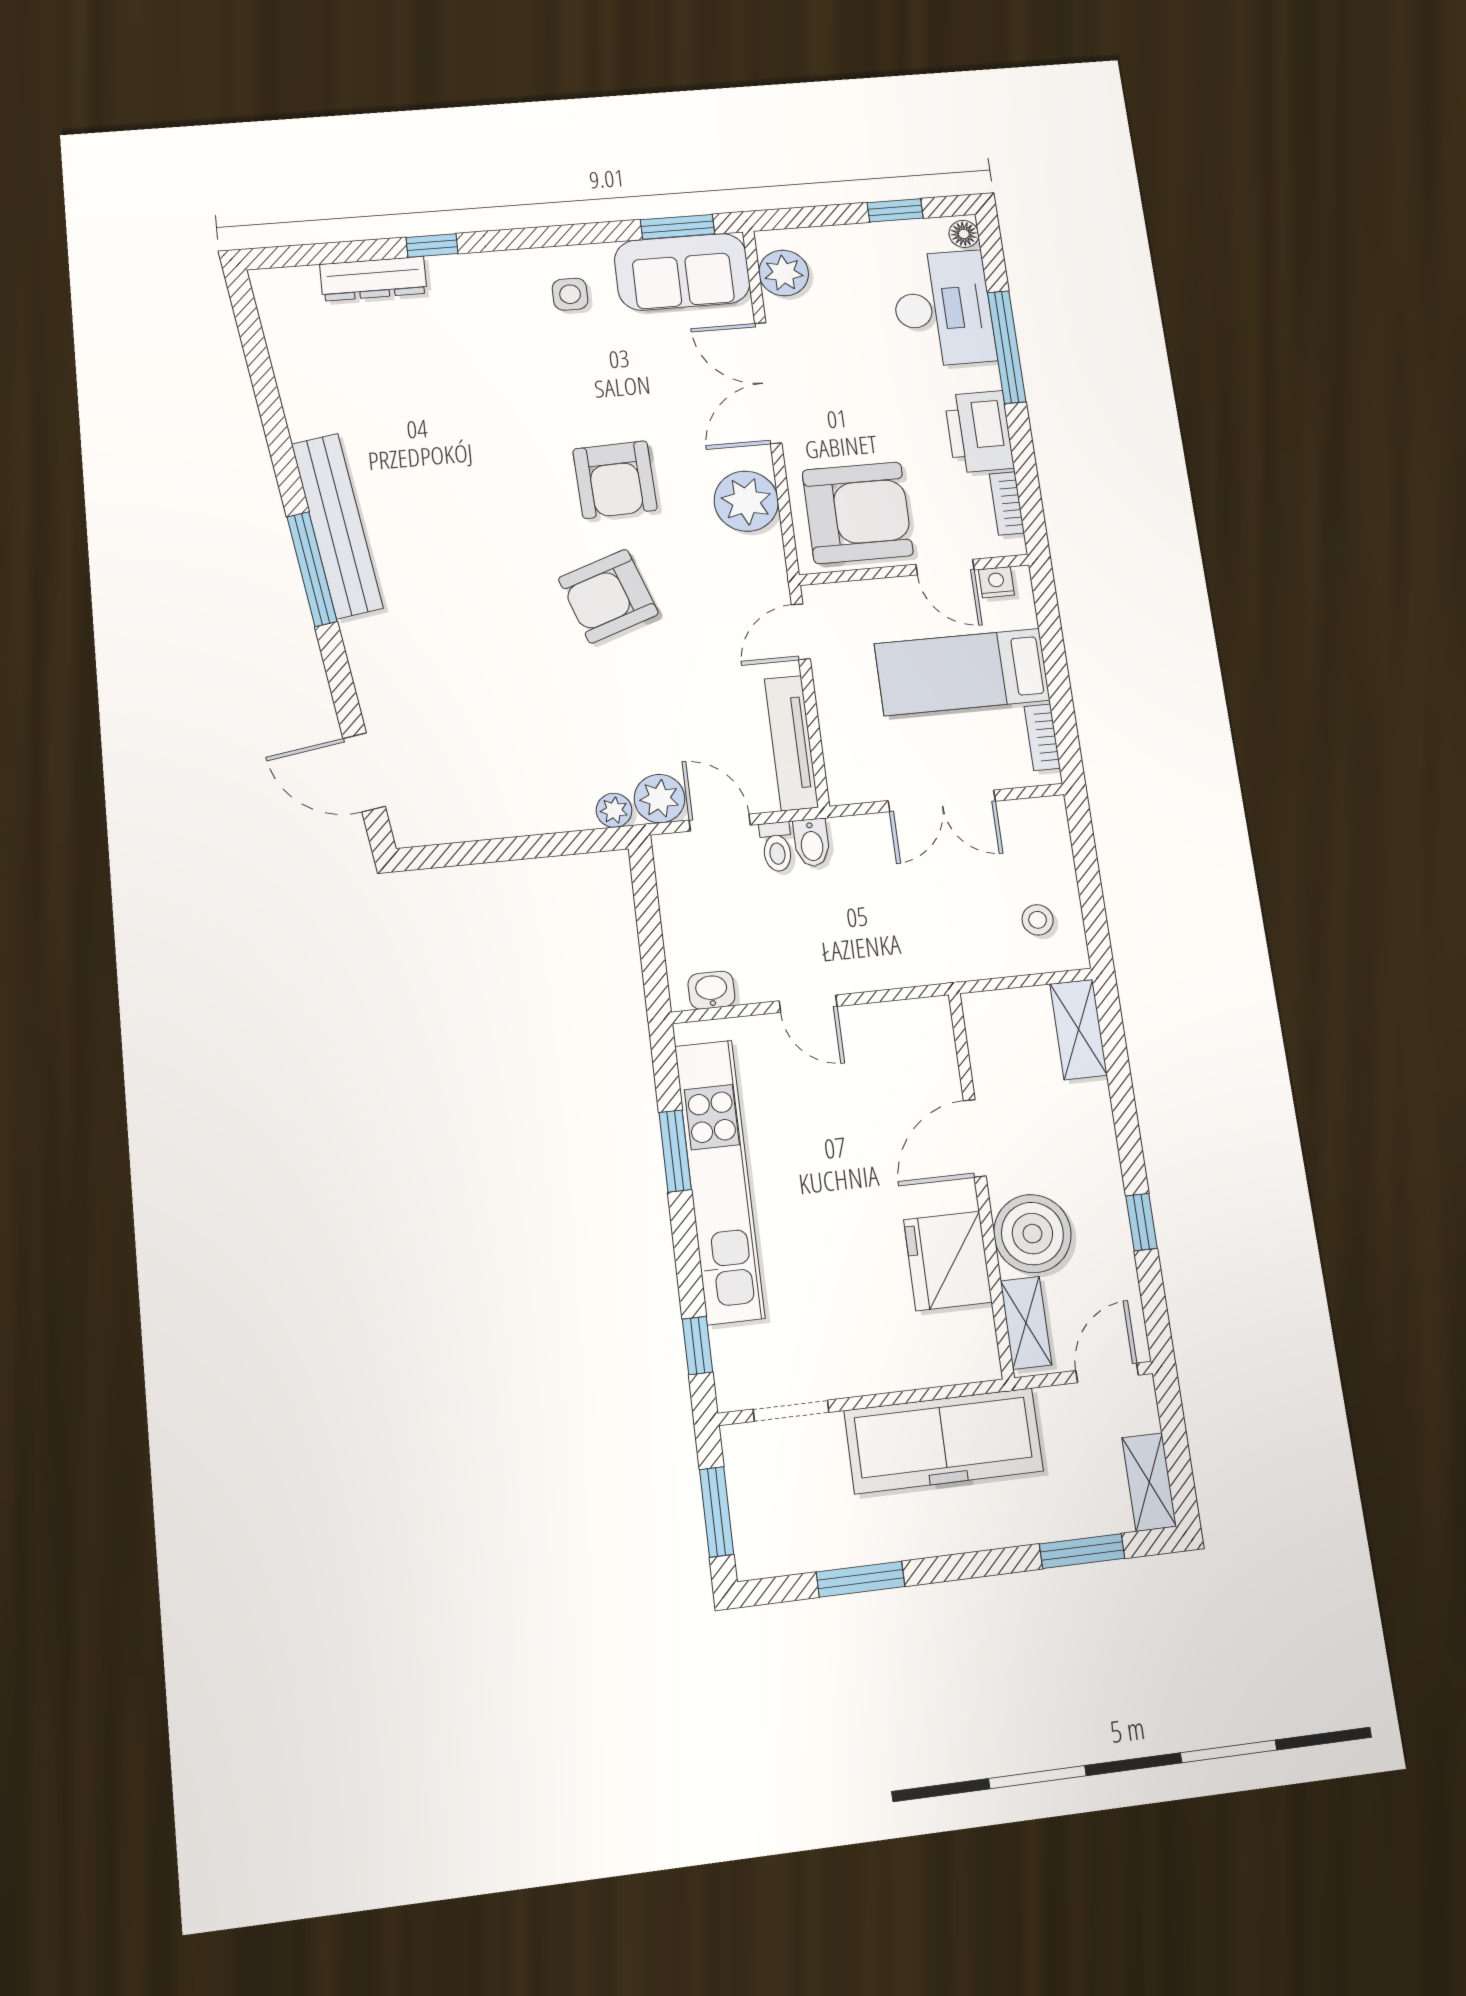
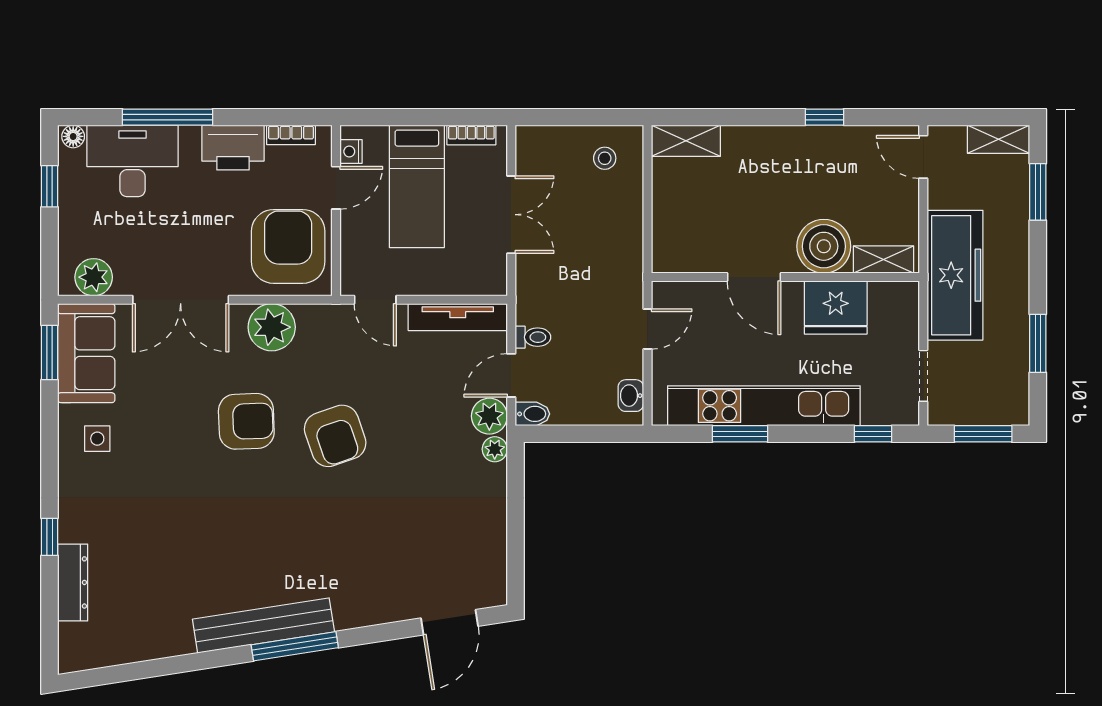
bidet: (812, 843) -> (532, 414), moved
door: (975, 1138) -> (754, 277), moved
wall: (981, 1183) -> (785, 277), moved
boiler: (1032, 1234) -> (824, 246), moved
fridge: (948, 1261) -> (836, 308), moved
shelving: (1026, 1323) -> (884, 260), moved

